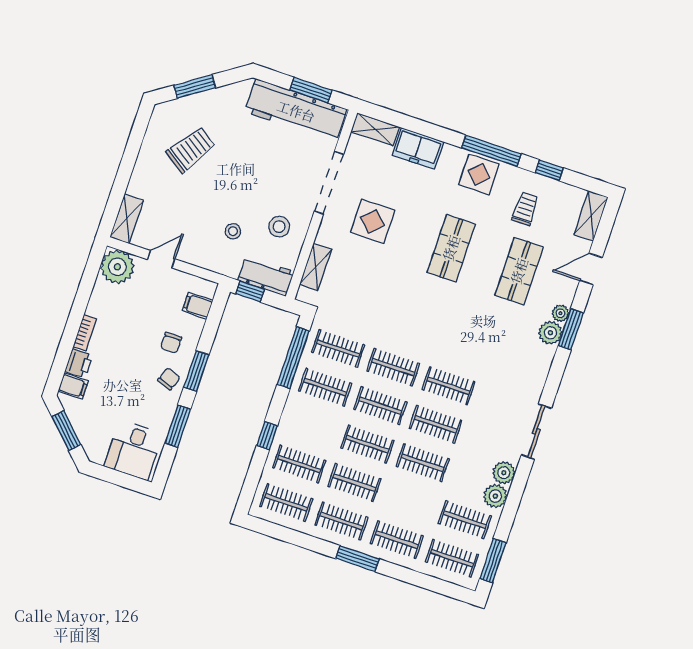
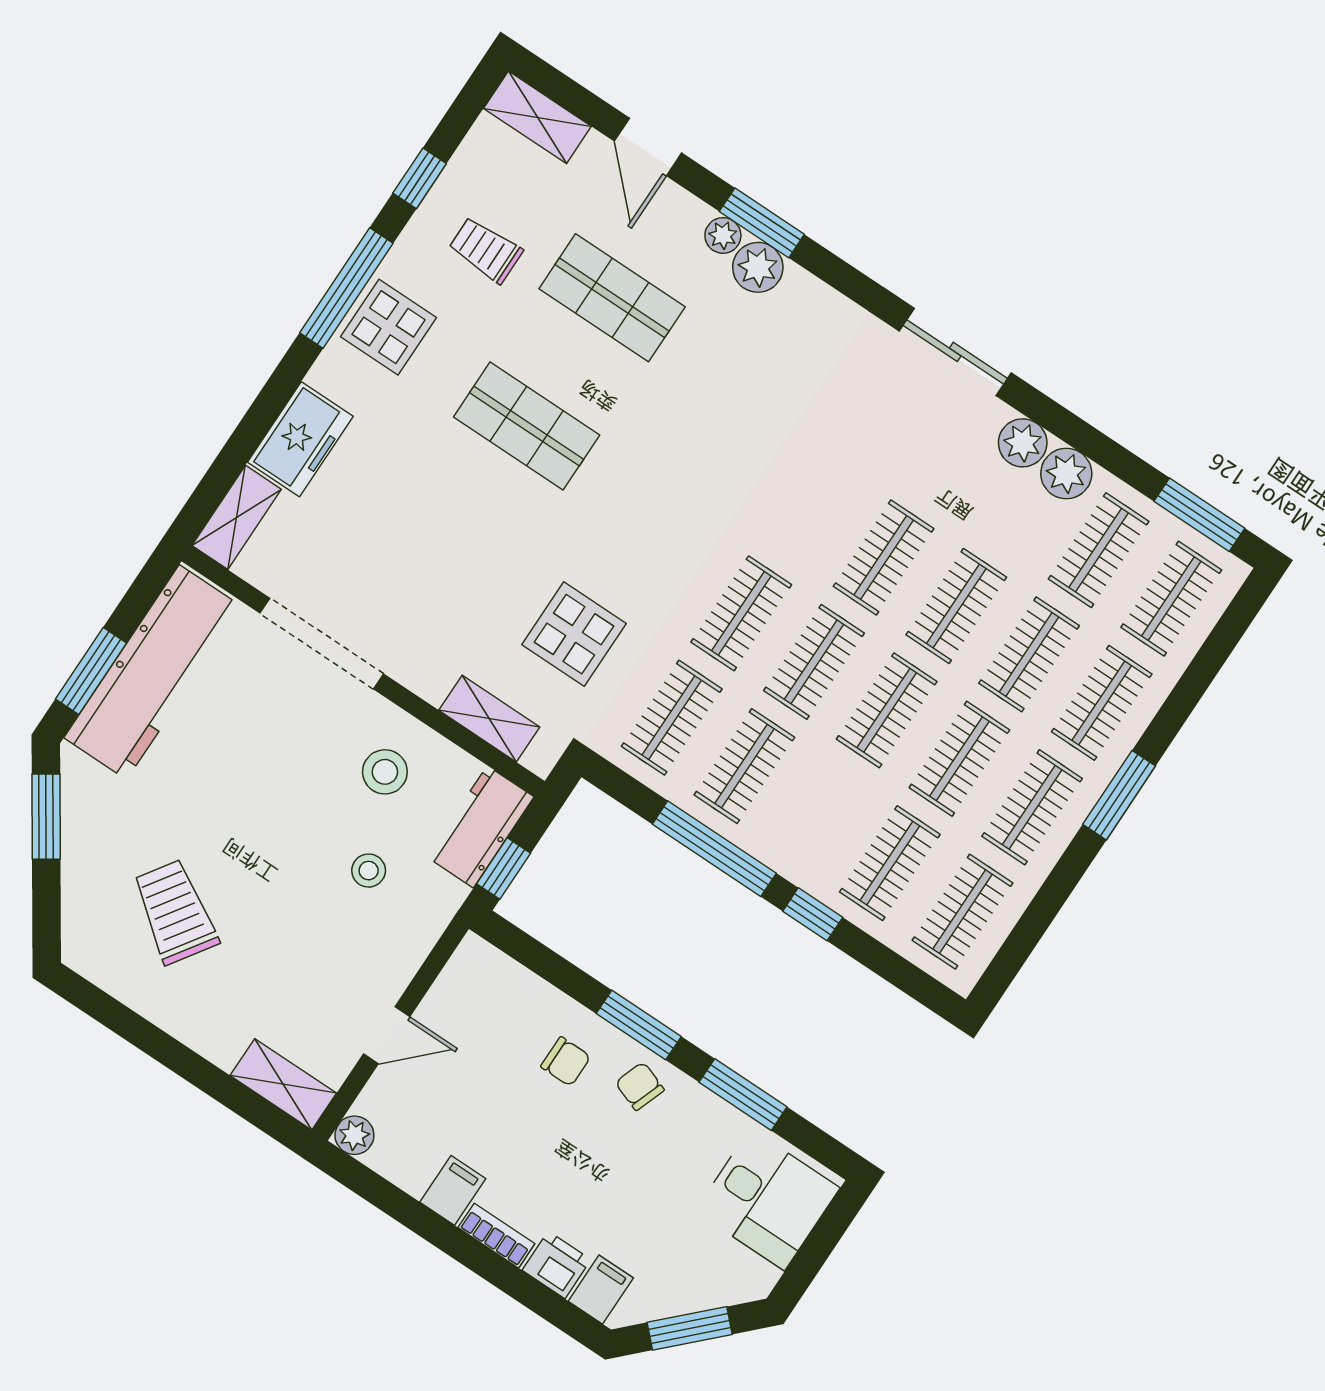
window: (195, 86) -> (46, 817), moved
window: (311, 90) -> (91, 671), moved
display table: (373, 221) -> (574, 634), moved
door: (161, 259) -> (387, 1035), swing flipped
plant: (117, 267) -> (354, 1135), width x0.53, depth x0.53
filing cabinet: (198, 306) -> (453, 1190), moved, turned 180
window: (293, 358) -> (714, 849), moved
clothes rail: (448, 386) -> (1029, 654), moved

